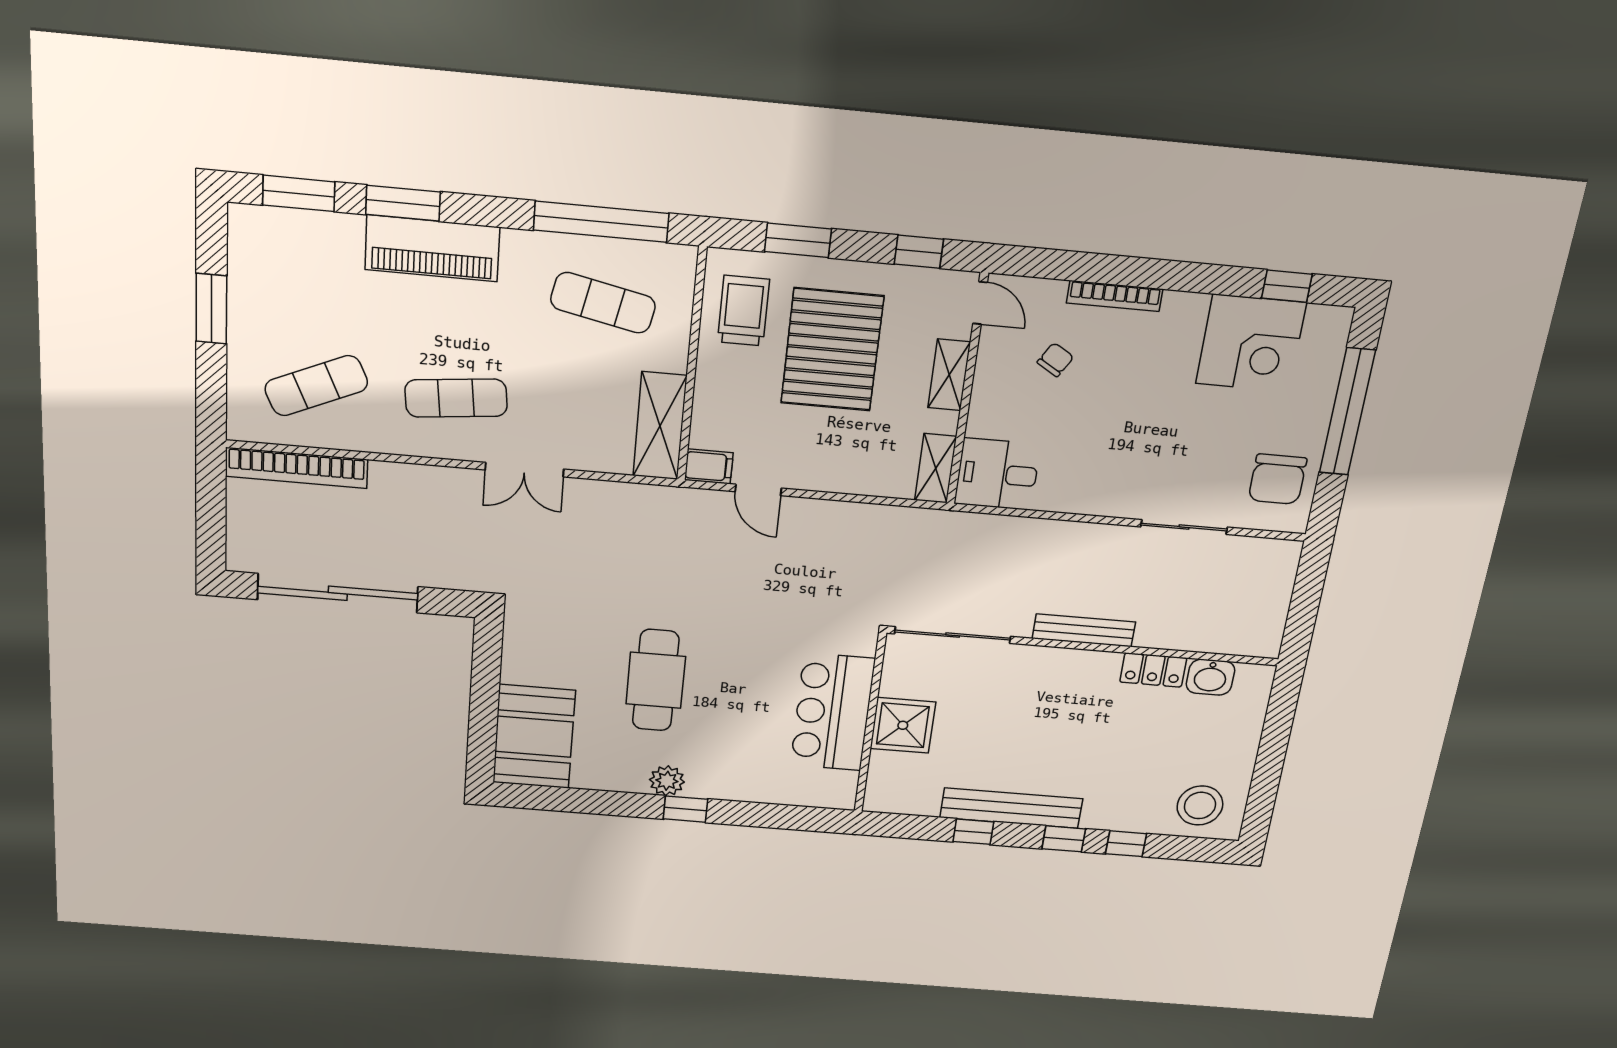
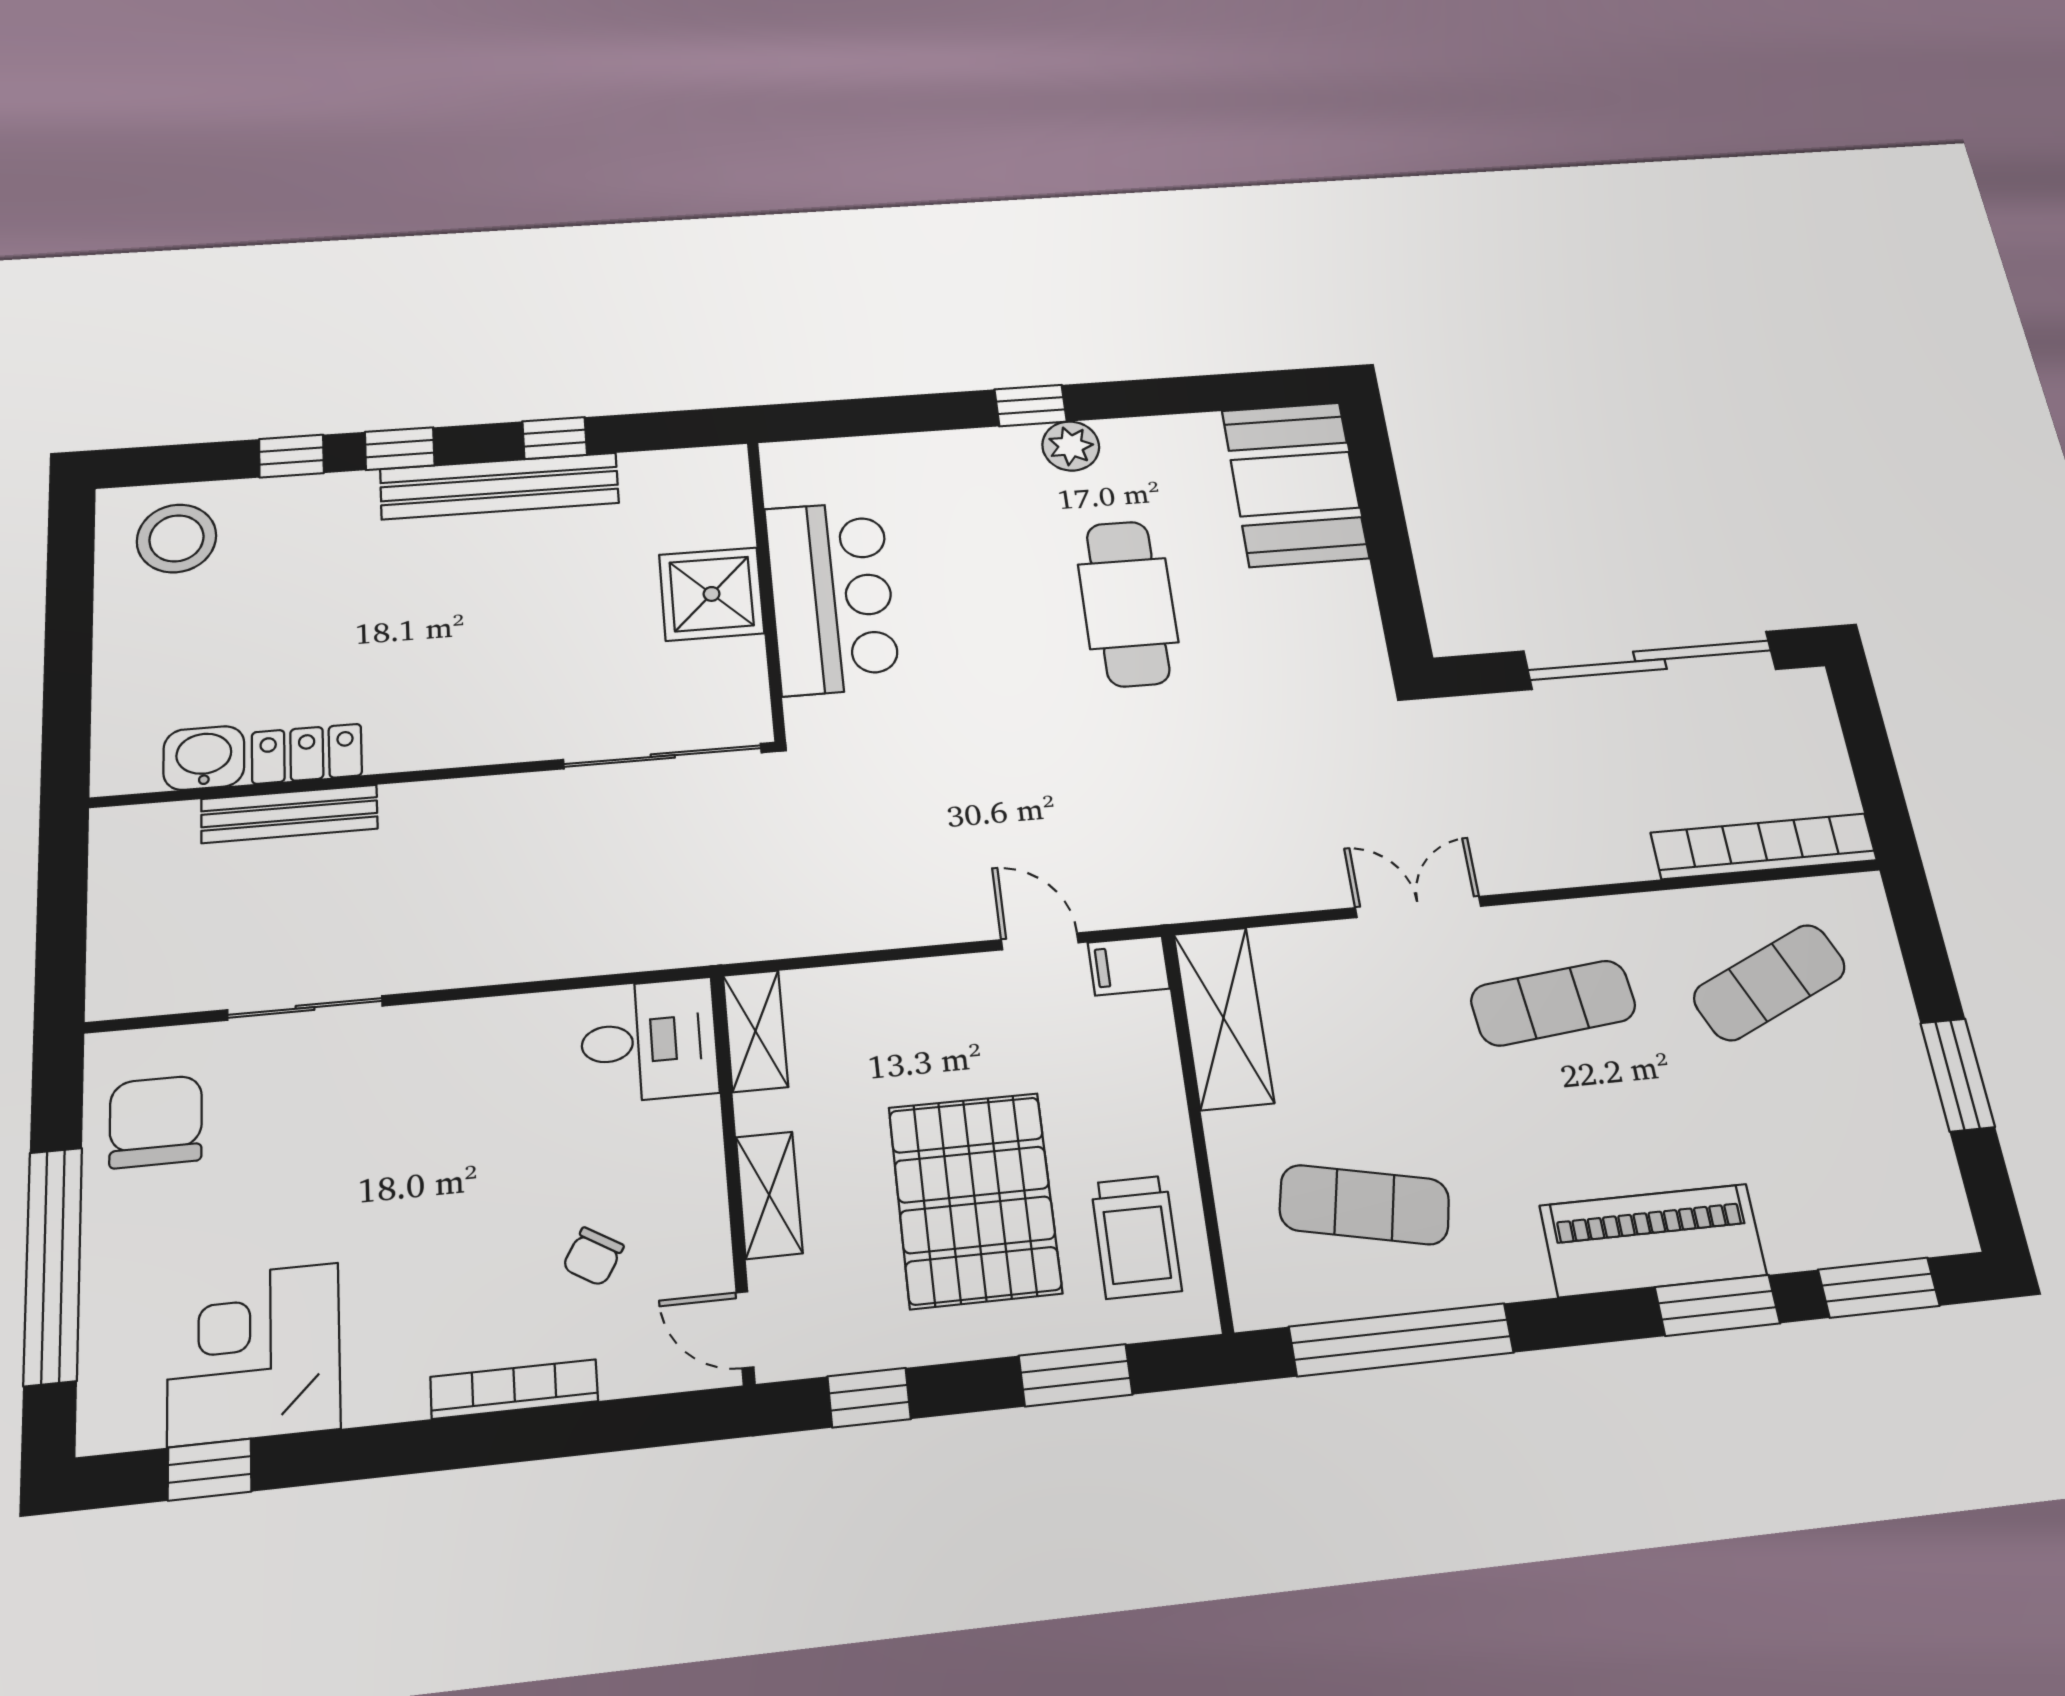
bench: (1084, 630) -> (289, 814), moved

